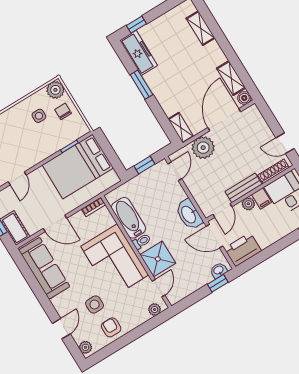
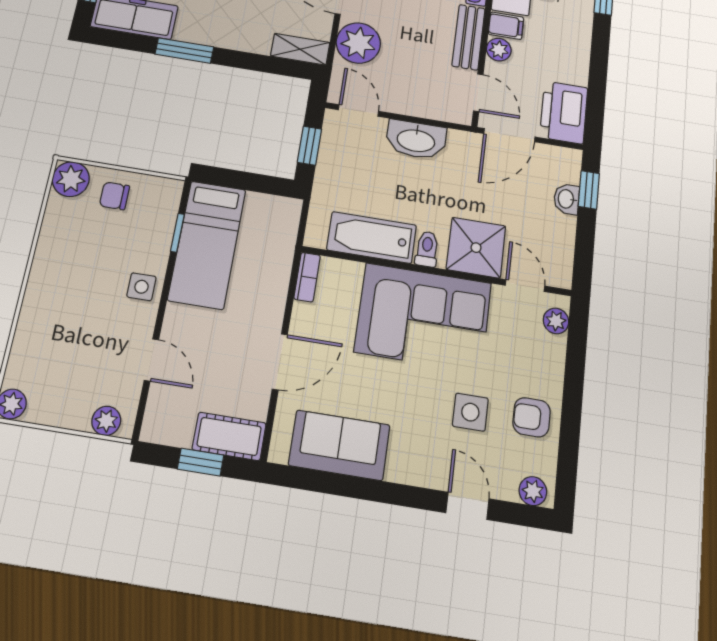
side table: (39, 116) -> (141, 287), moved
bed: (78, 167) -> (207, 244), width x0.67
washbasin: (189, 214) -> (416, 140), moved
sofa: (44, 268) -> (339, 445), width x0.73
washbasin: (219, 270) -> (567, 199), moved

